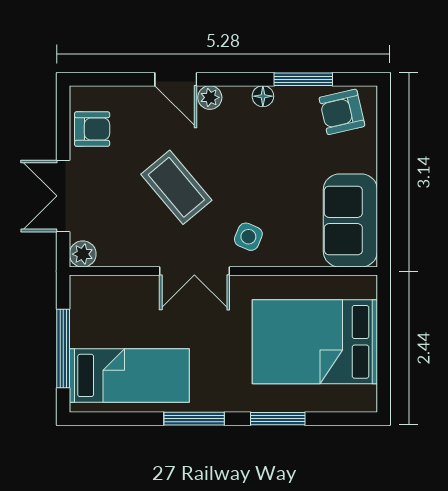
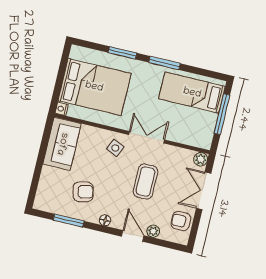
floor lamp: (263, 96) -> (105, 220), moved
plant: (210, 97) -> (153, 231), moved
armchair: (342, 112) -> (83, 192), moved
coffee table: (176, 187) -> (145, 182), turned 40
double door: (63, 196) -> (204, 191), swing flipped
nightstand: (367, 286) -> (62, 109), added

